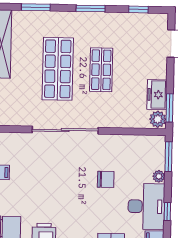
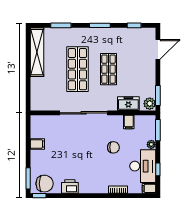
freezer: (157, 95) -> (128, 104), moved, turned 90
filing cabinet: (128, 144) -> (129, 122), added

